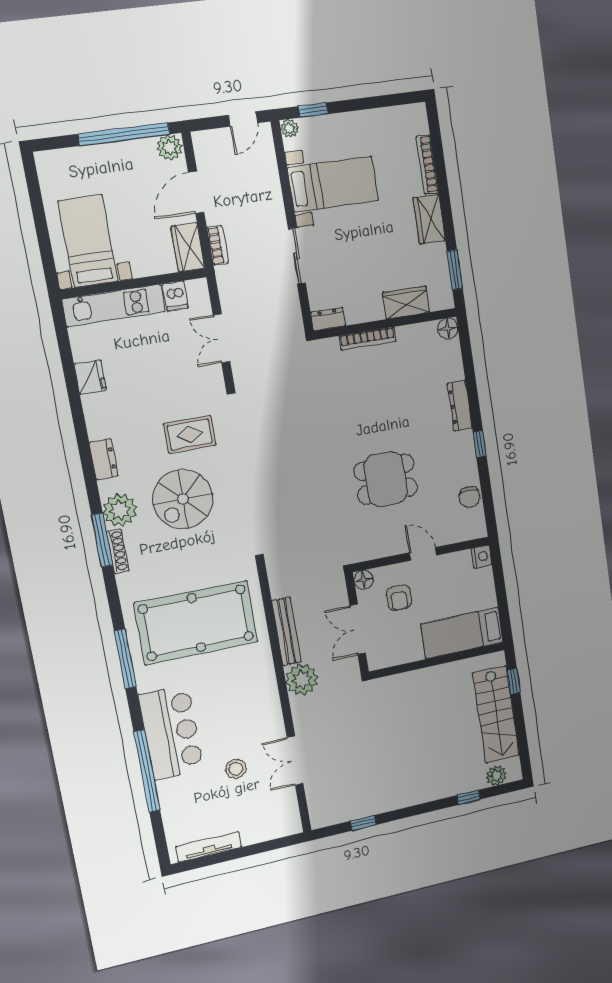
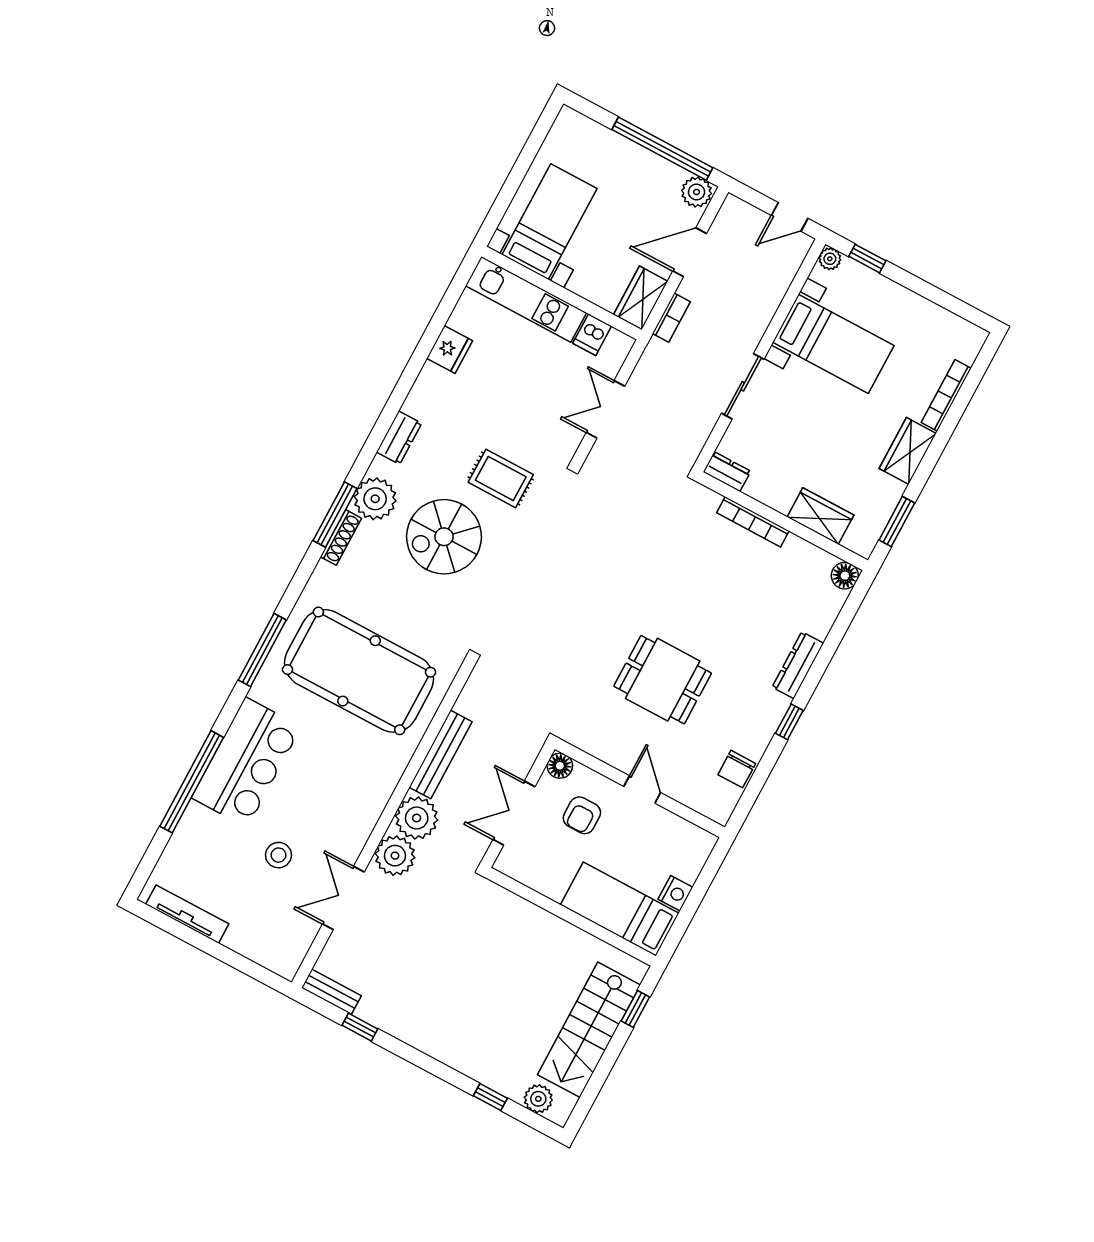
nightstand: (482, 557) -> (675, 893), moved
plant: (306, 712) -> (395, 856), added
bench: (331, 818) -> (331, 992), added

